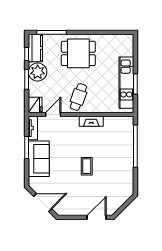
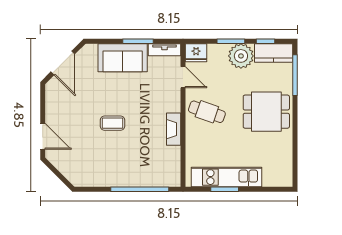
dining table: (78, 53) -> (266, 112), turned 90

